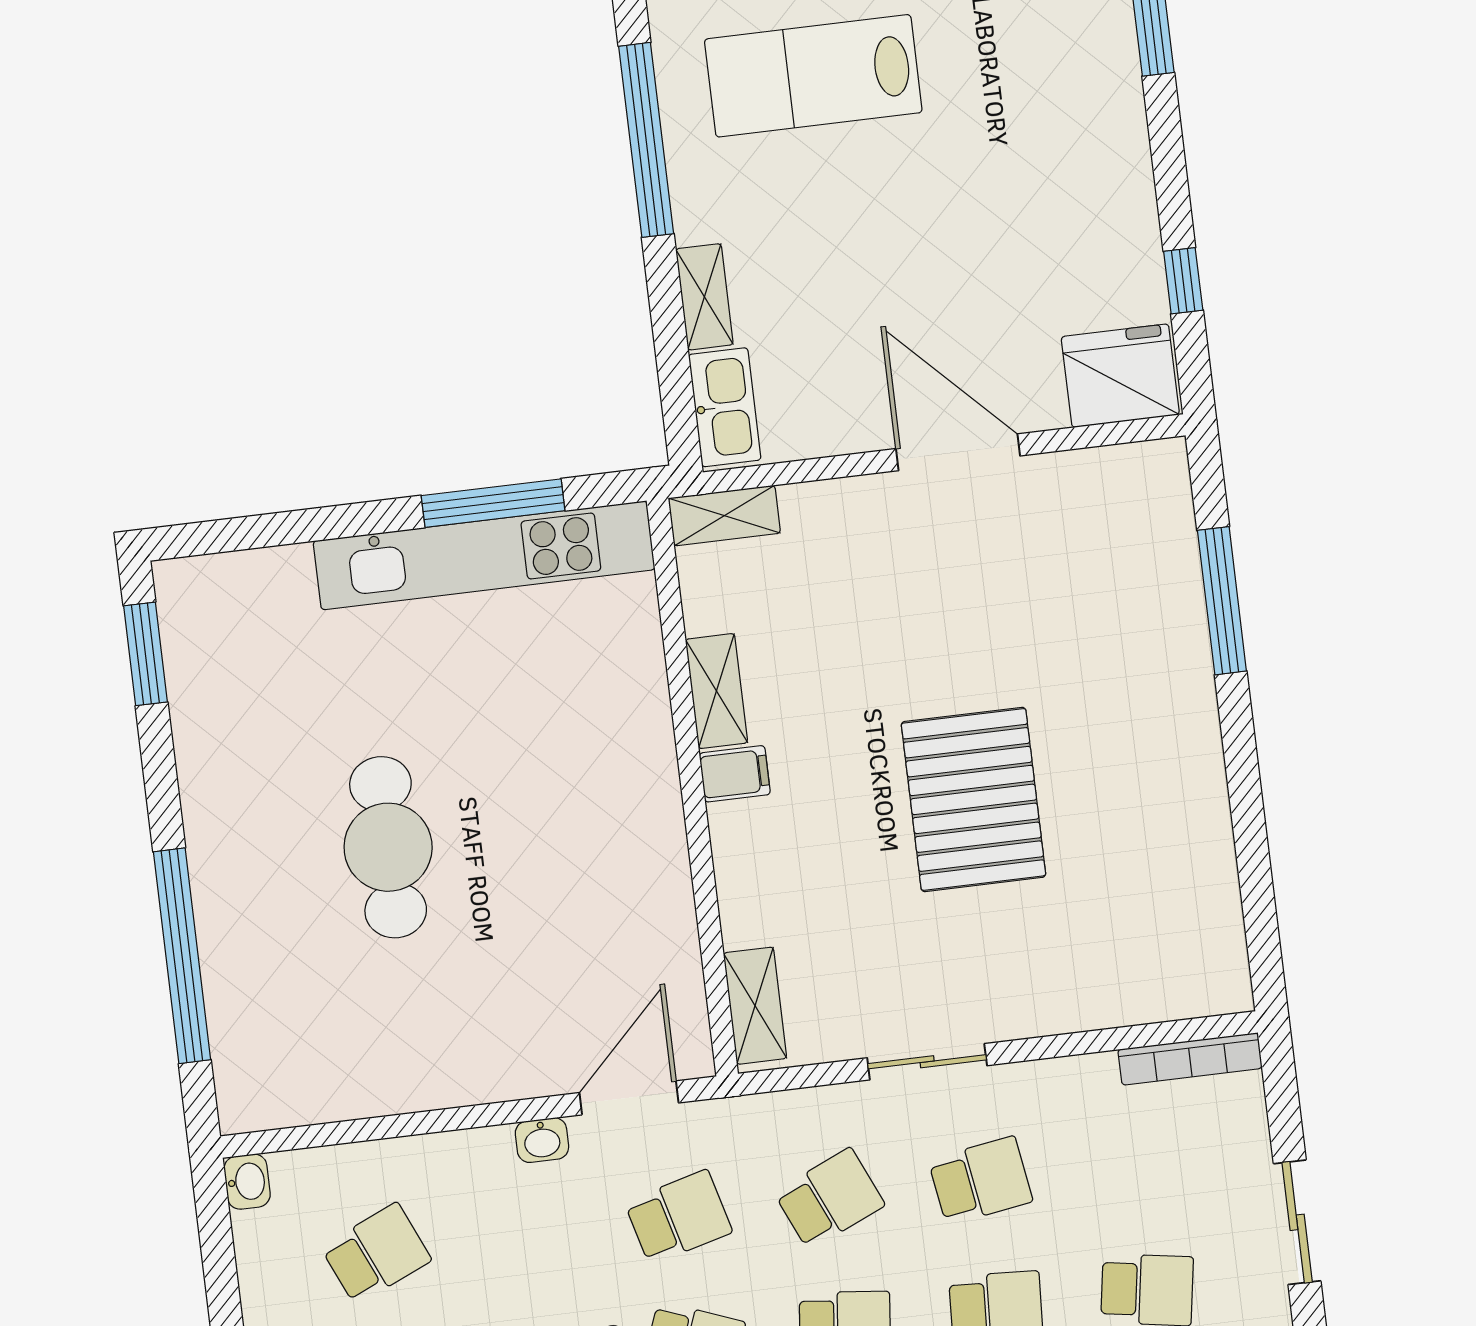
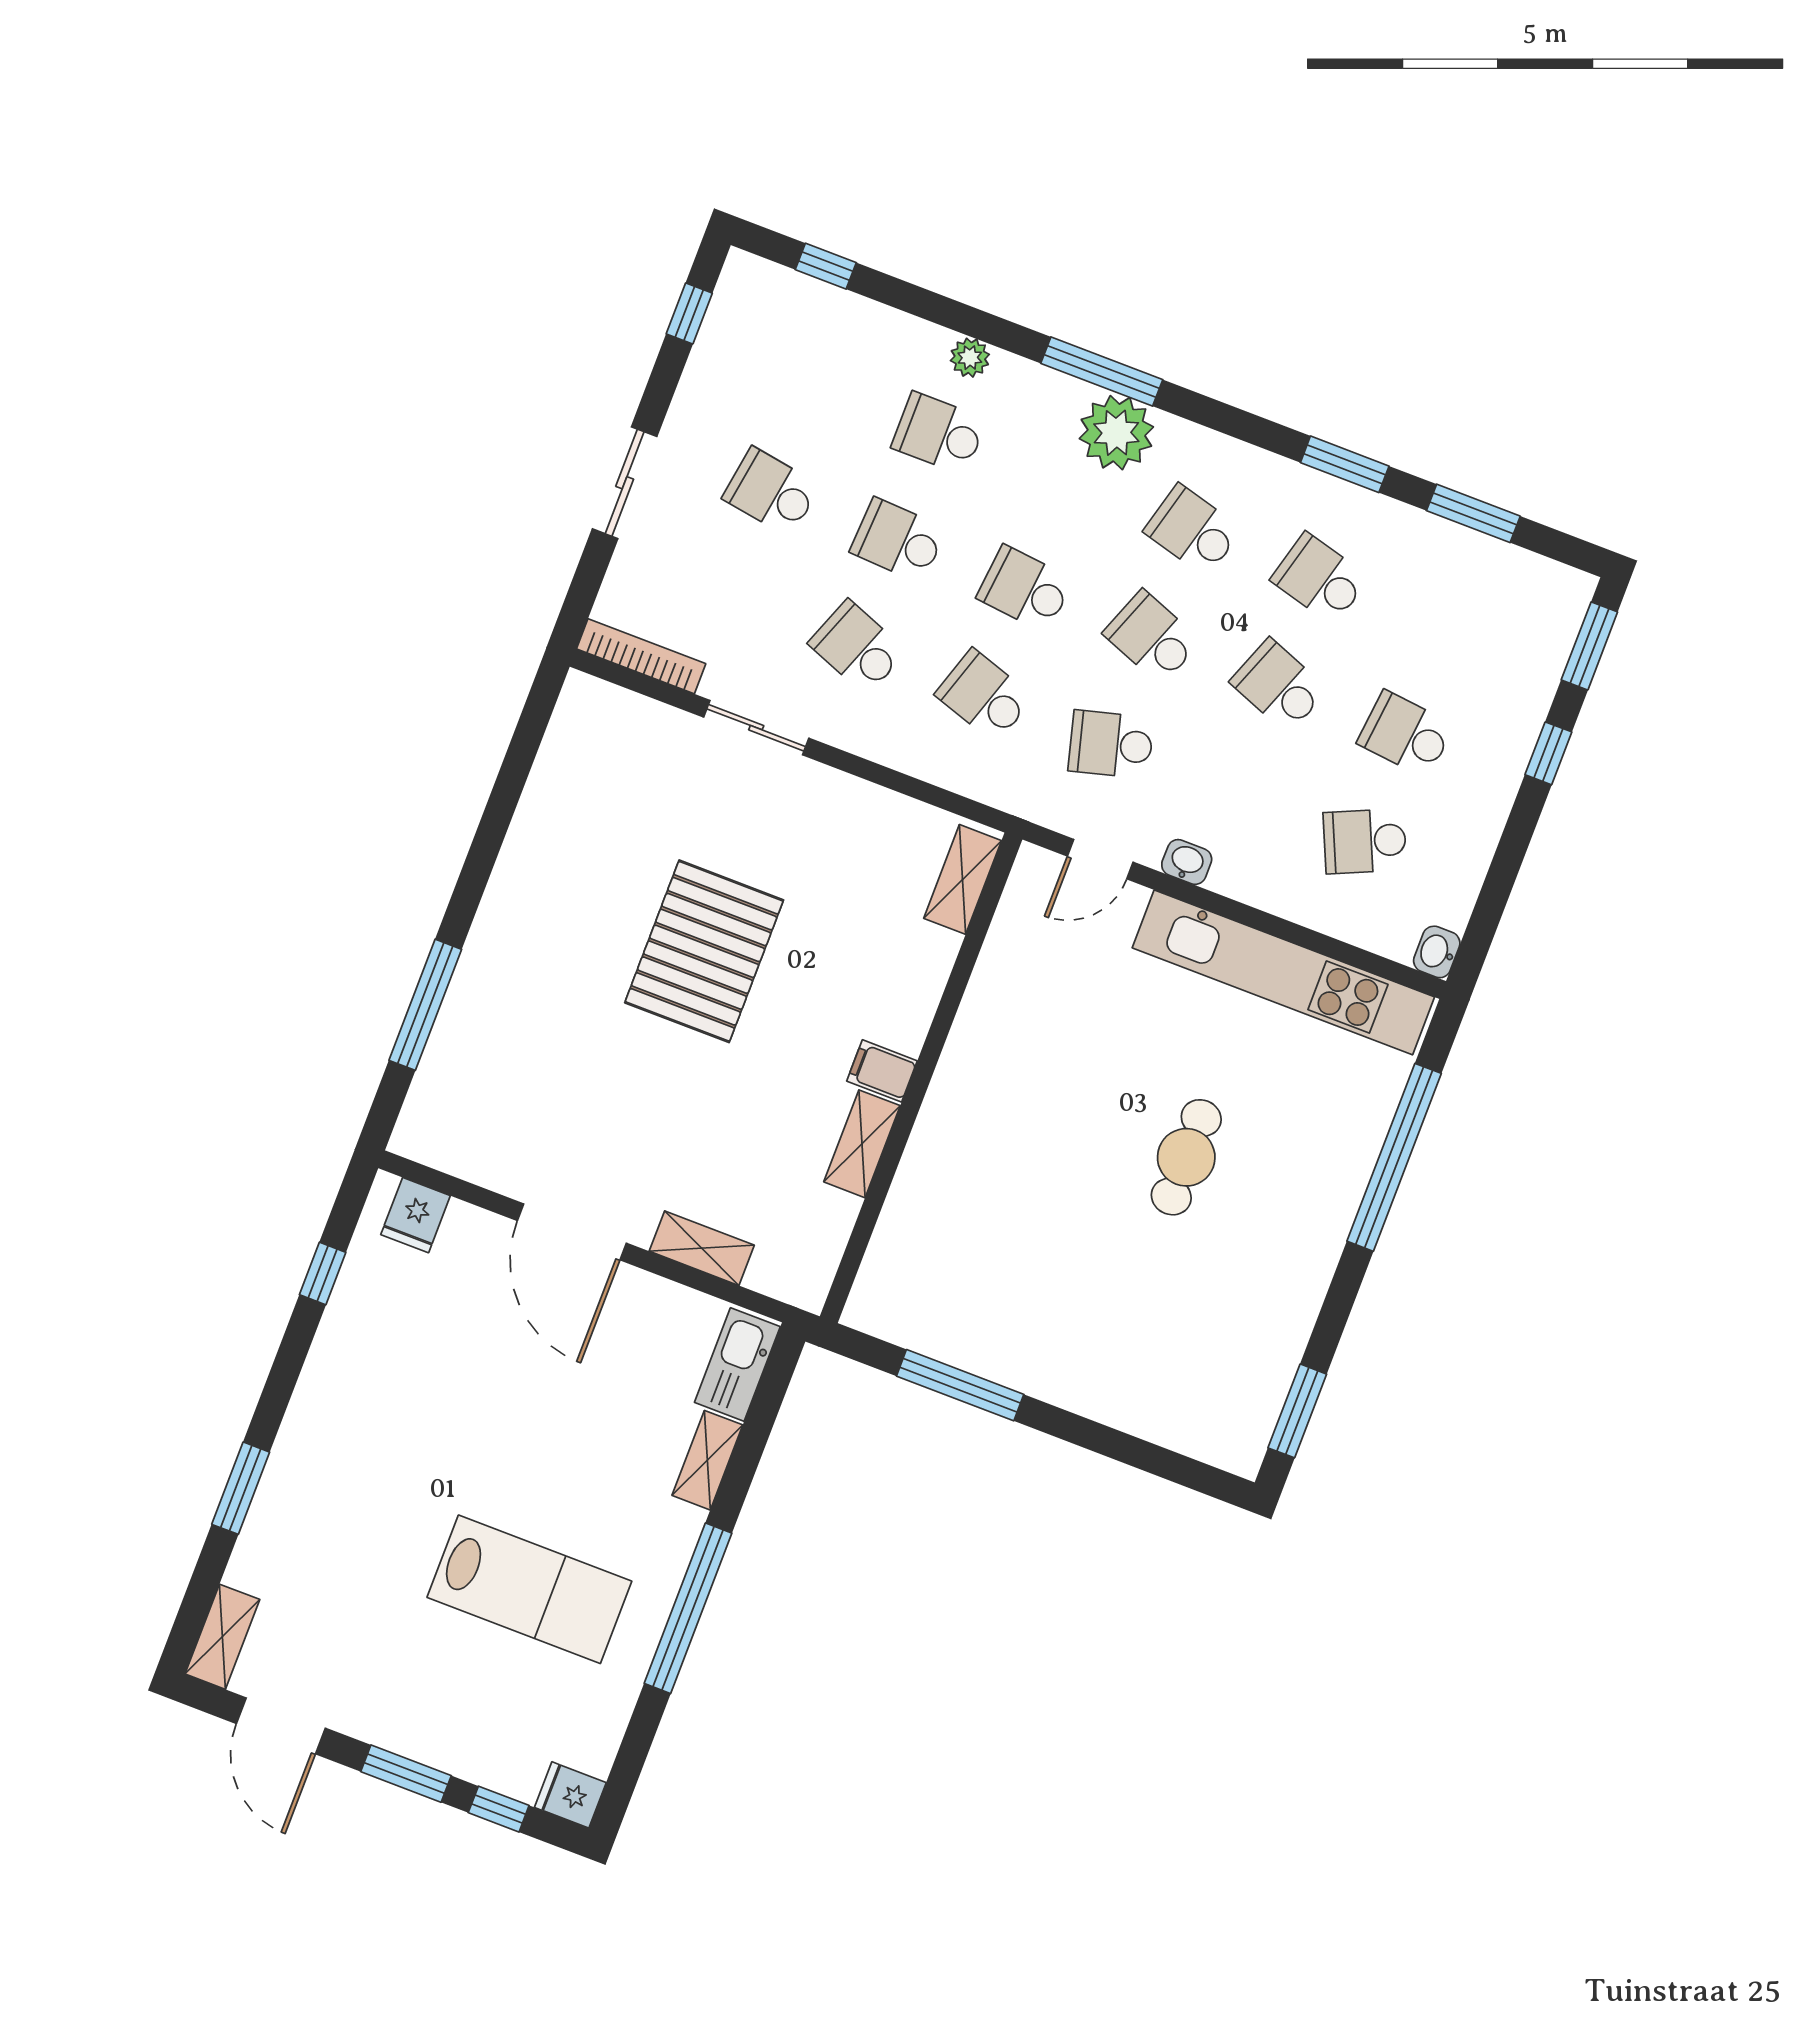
fridge: (1120, 376) -> (416, 1215), width x0.53, depth x0.75
shelving: (724, 516) -> (702, 1248), moved
kitchen unit: (484, 555) -> (1283, 972), moved, turned 180
cafe table: (388, 847) -> (1186, 1157), width x0.73, depth x0.74
sliding door: (927, 1062) -> (756, 728), moved
door: (629, 1098) -> (1100, 859), width x0.73
school desk: (981, 1181) -> (857, 647), turned 30
school desk: (829, 1199) -> (984, 696), turned 42

